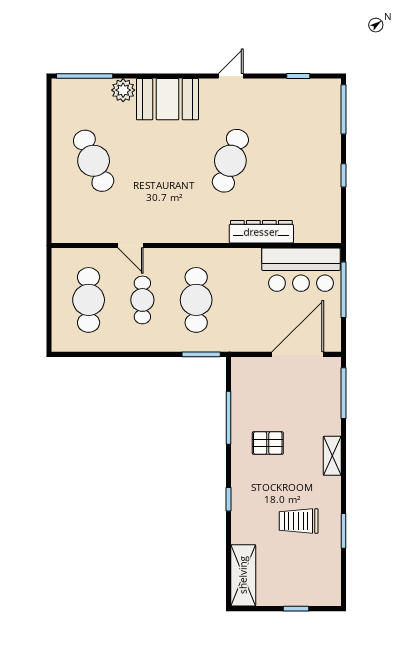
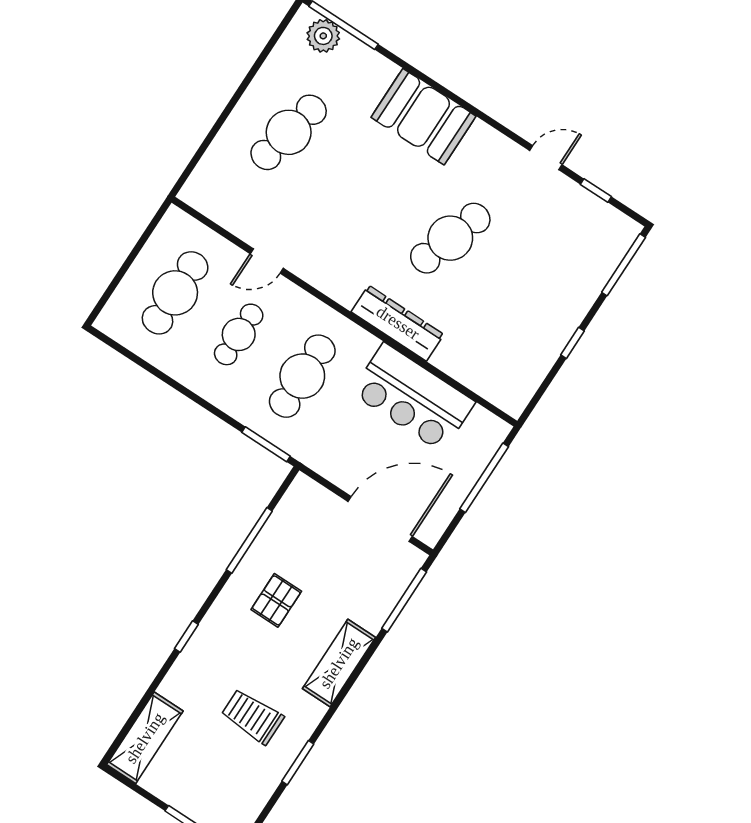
door: (231, 76) -> (546, 158), moved
plant: (123, 90) -> (323, 36), moved
cafe table: (94, 161) -> (289, 132), turned 36
dresser: (261, 232) -> (398, 323), moved
door: (130, 245) -> (267, 261), hinge flipped
bar counter: (301, 270) -> (413, 397), moved
pallet: (268, 443) -> (276, 600), turned 90
shelving: (332, 456) -> (339, 663), width x1.50, depth x1.33

